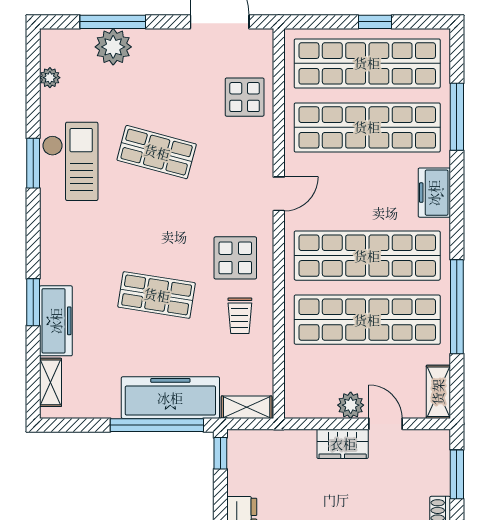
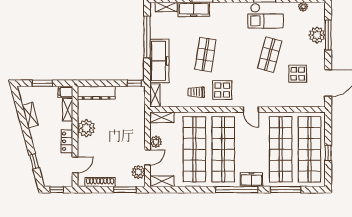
display table: (245, 97) -> (298, 74), moved
window: (457, 307) -> (237, 190), moved
shelving: (296, 392) -> (162, 117), added
window: (157, 425) -> (147, 37), moved
wardrobe: (343, 444) -> (139, 138), removed
plant: (418, 444) -> (138, 172), added

